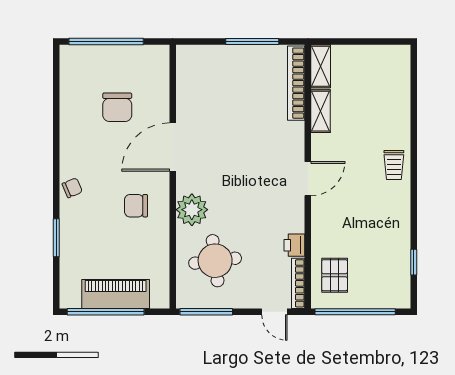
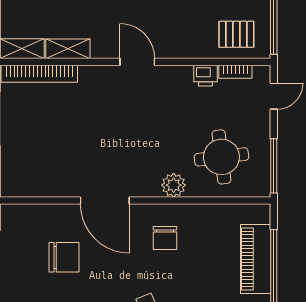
plant: (192, 210) -> (174, 185), width x0.73, depth x0.73
bookcase: (298, 283) -> (235, 72), width x0.64

